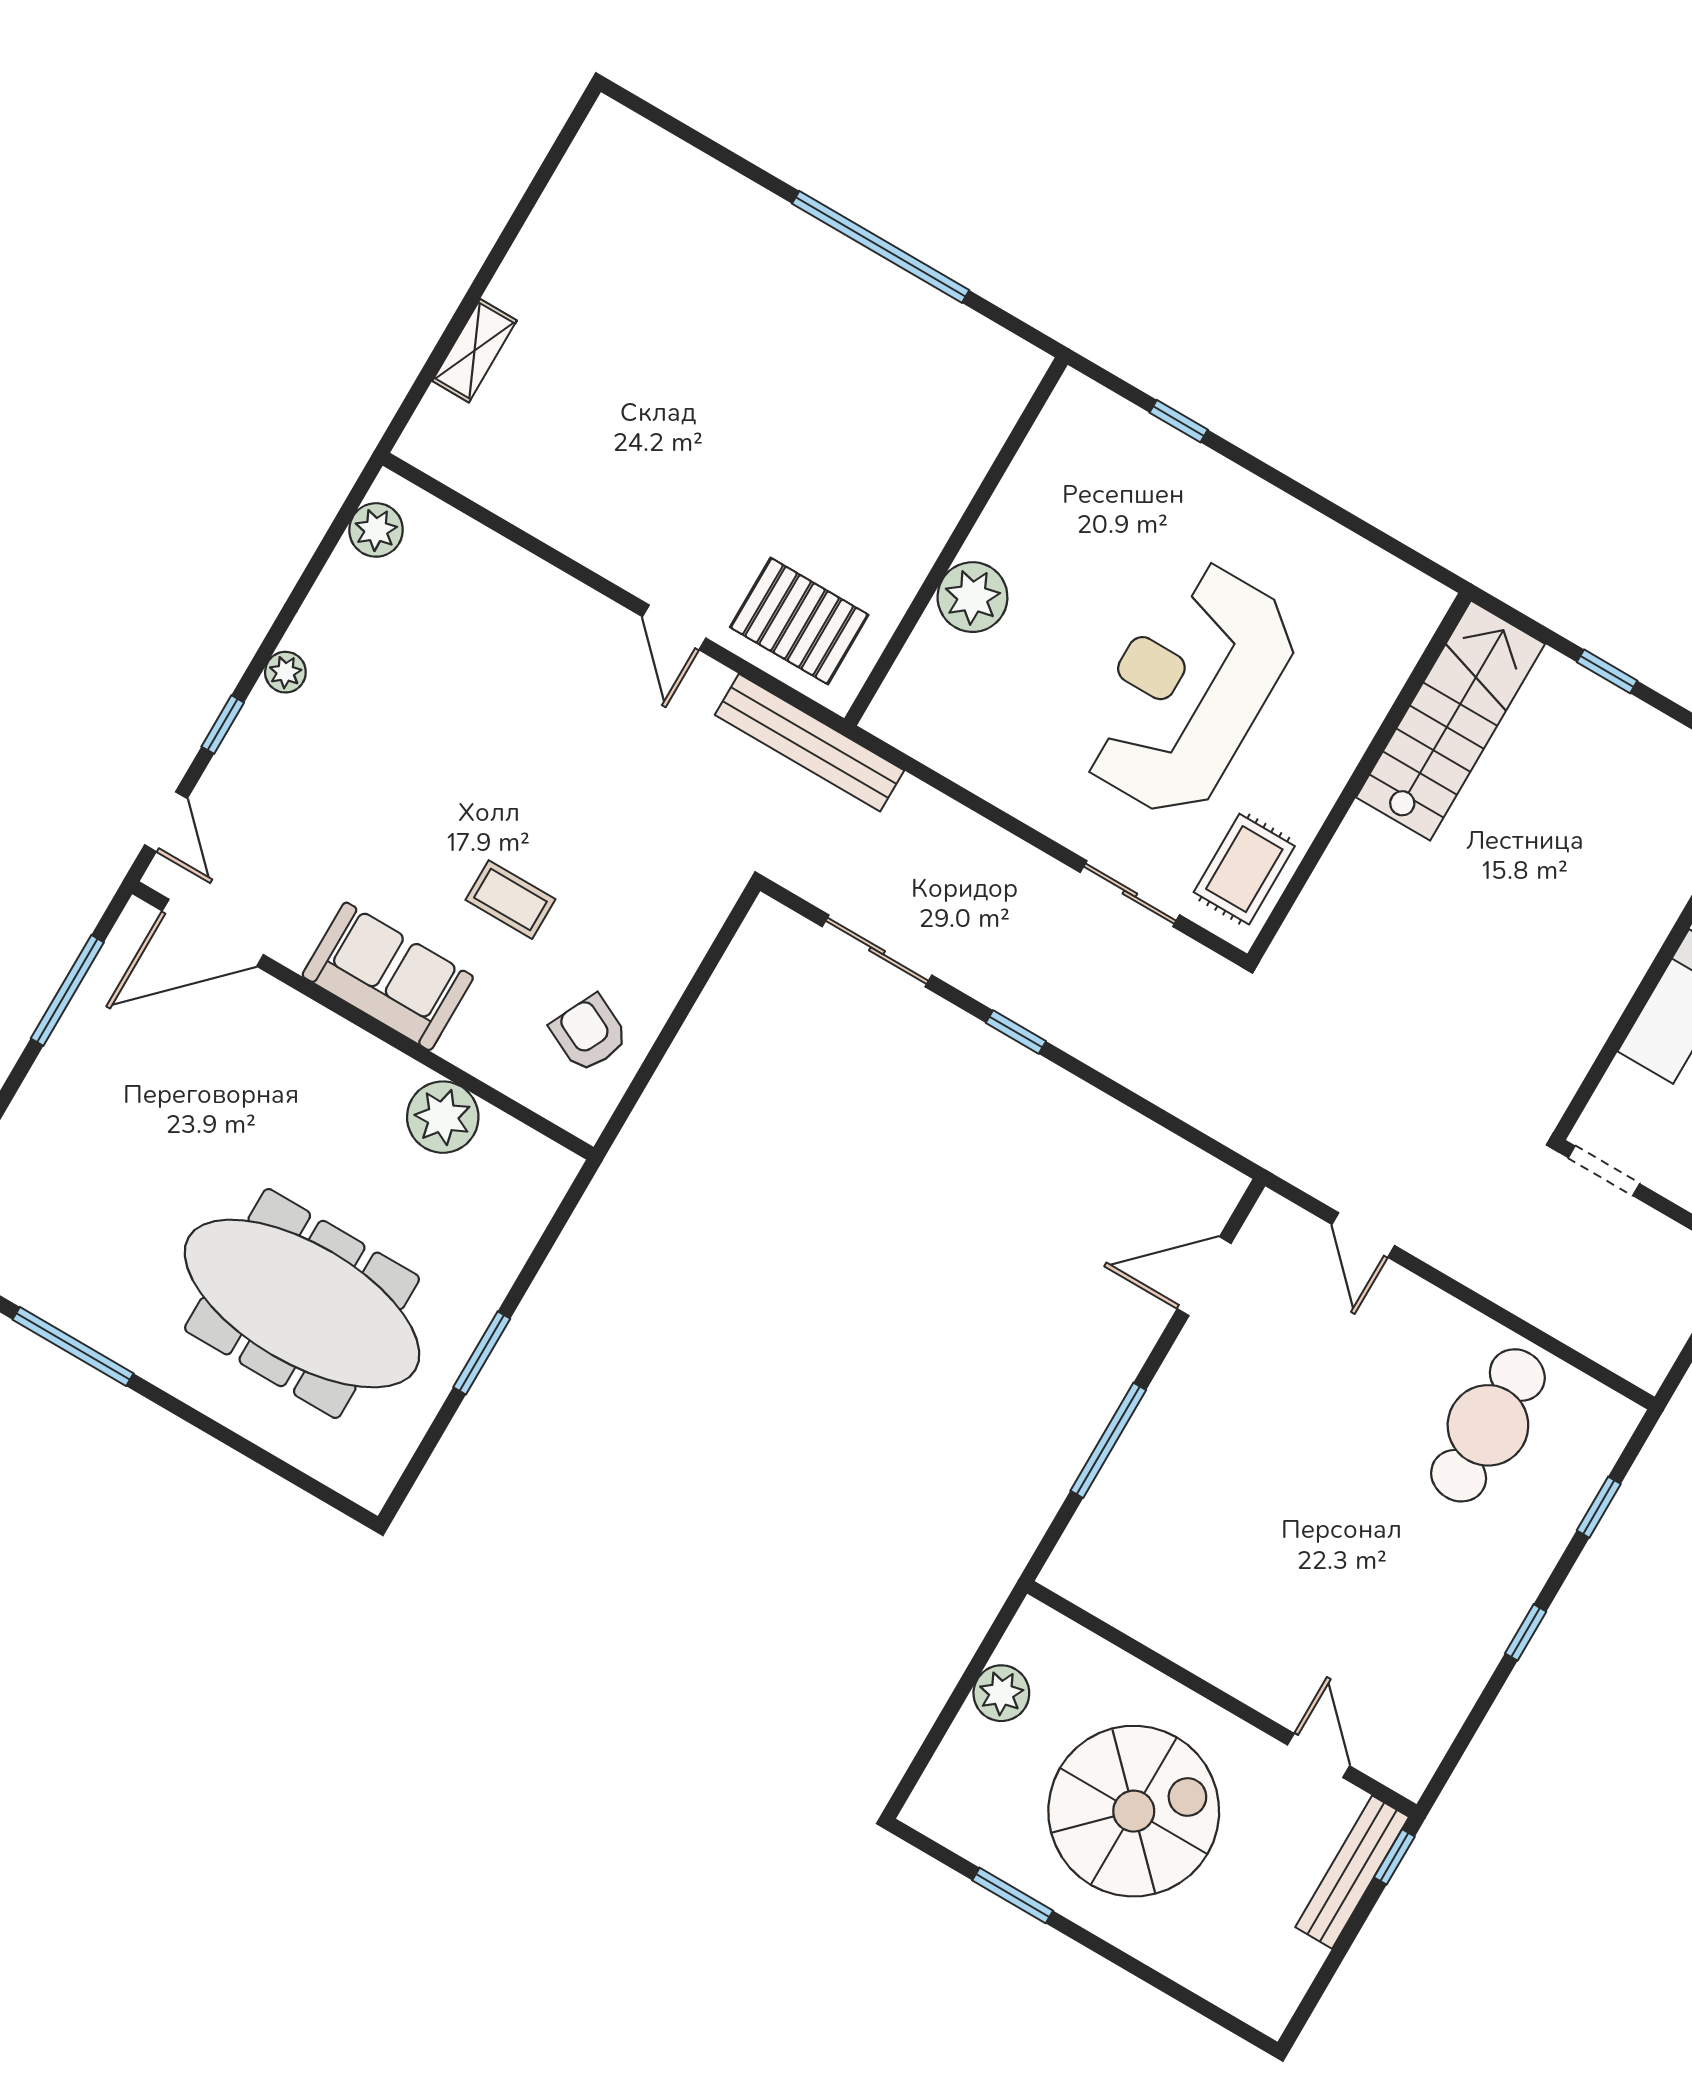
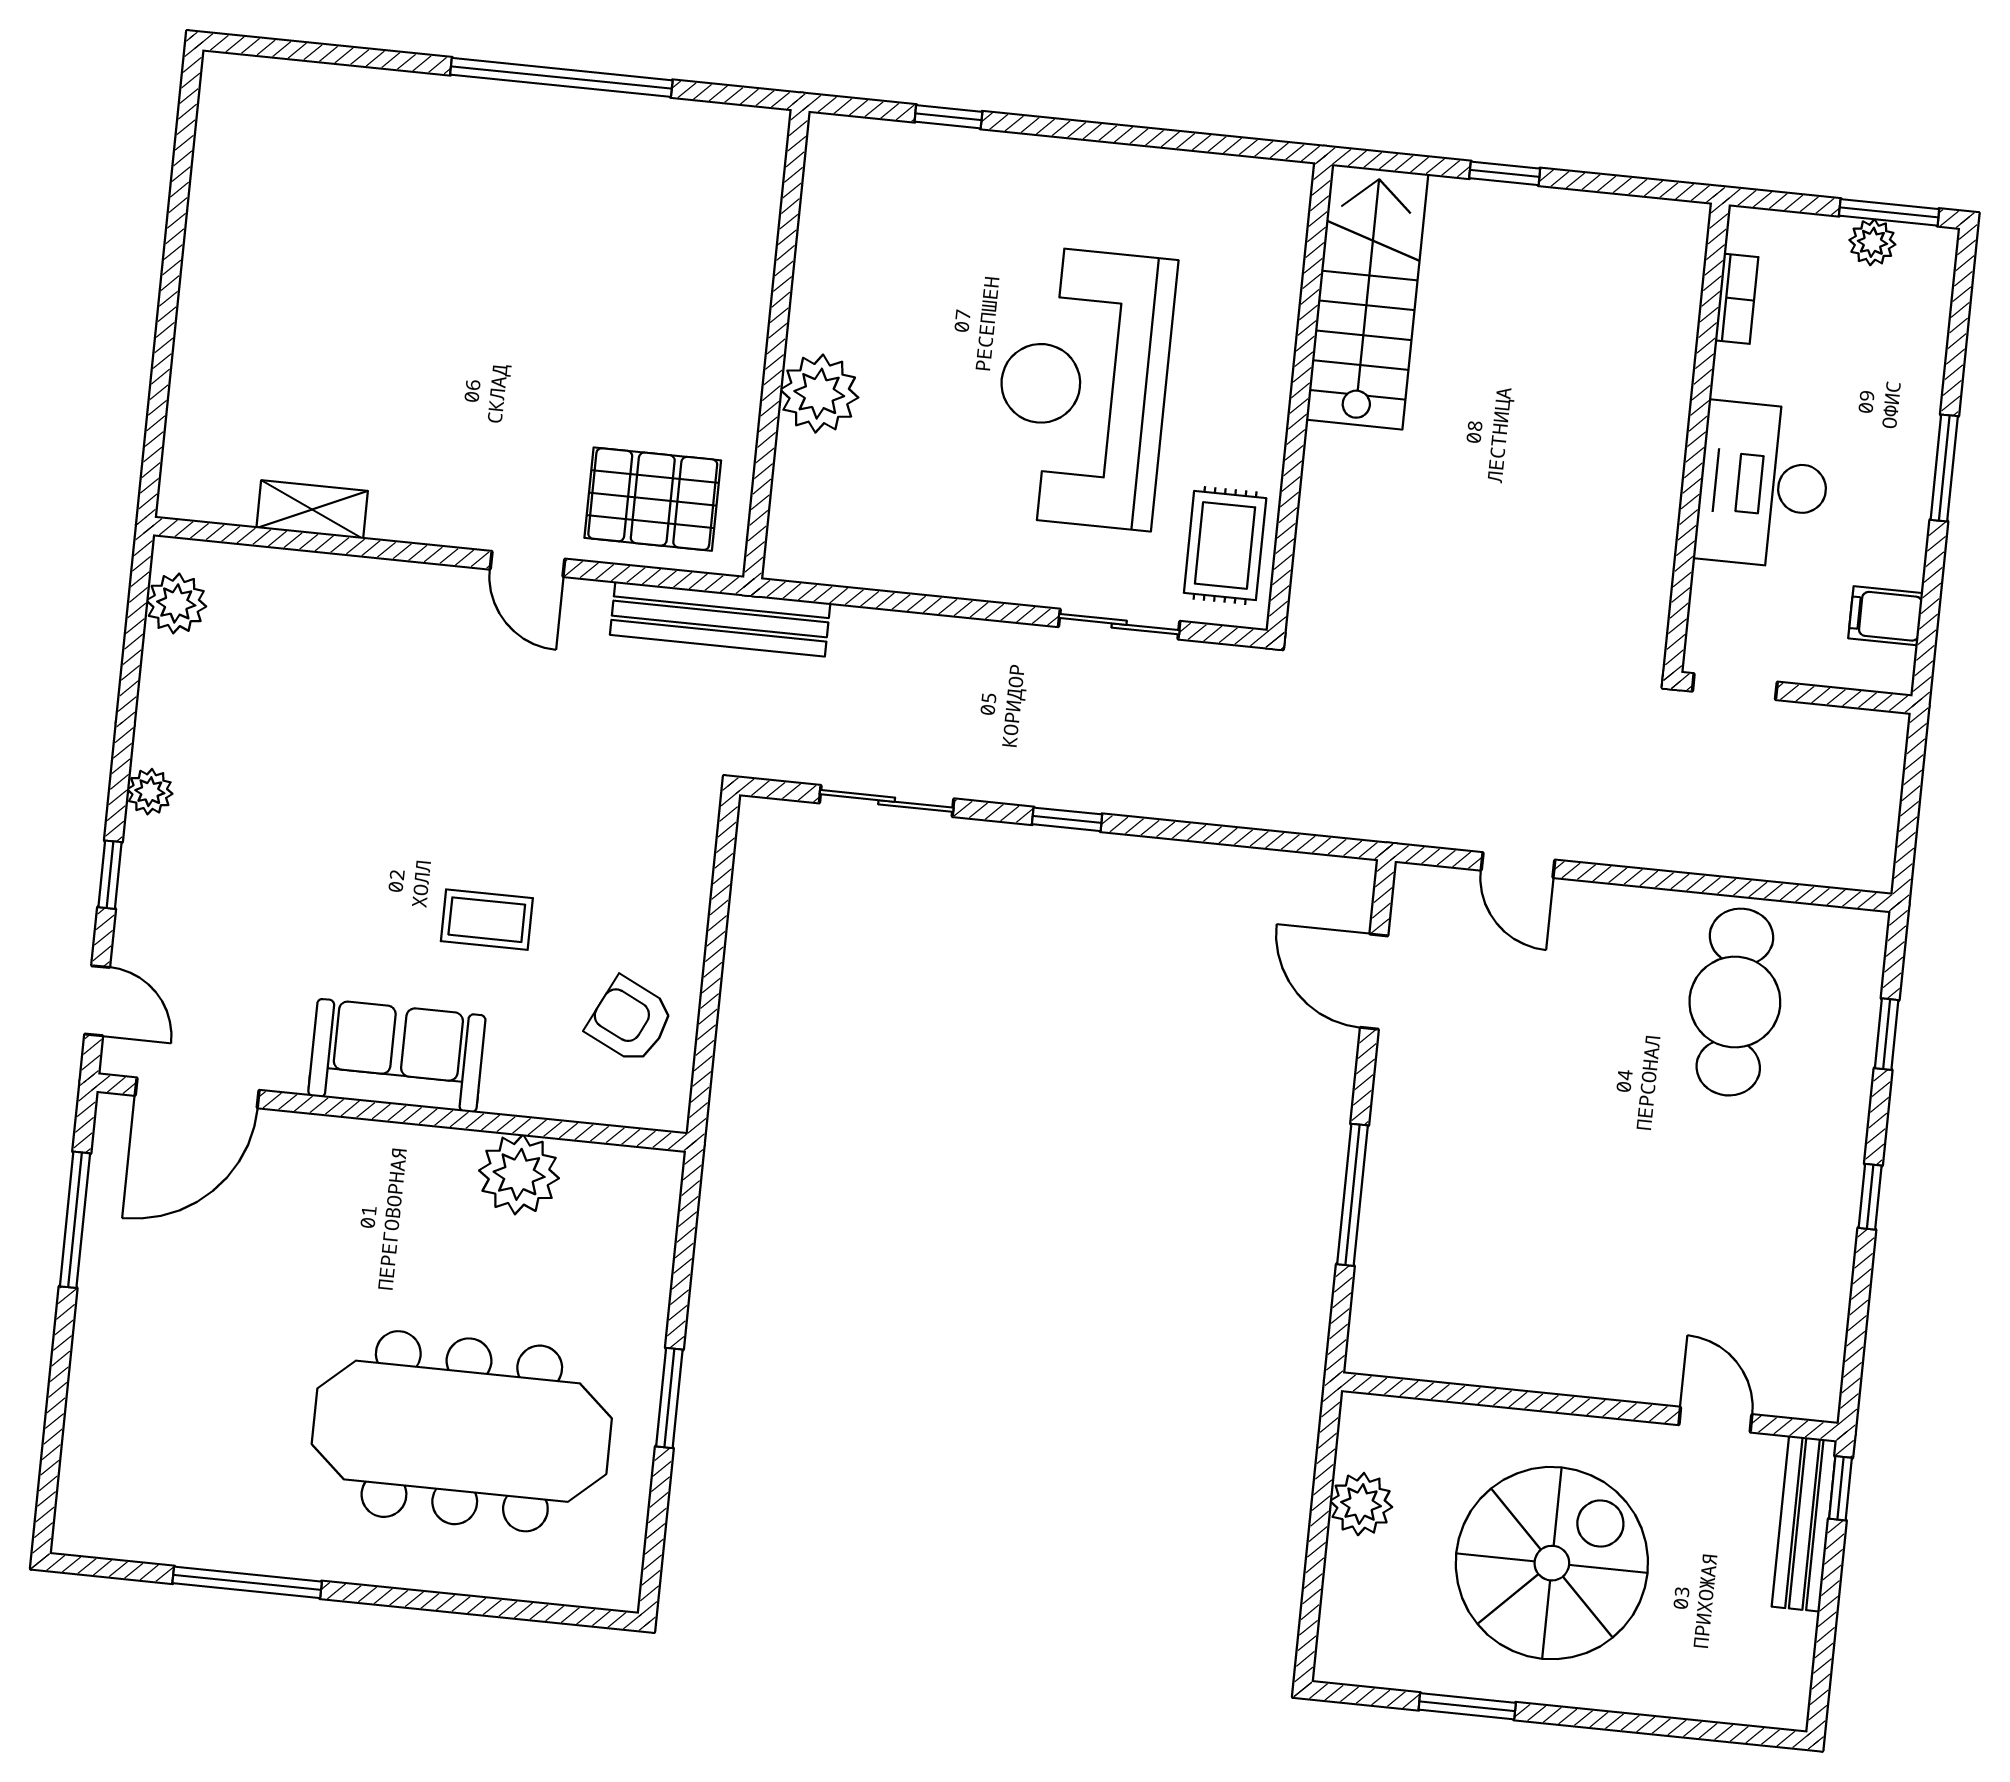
shelving: (474, 351) -> (312, 510), moved, turned 90
door: (1204, 1276) -> (1374, 982), hinge flipped

